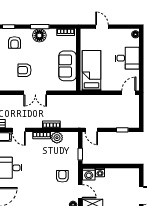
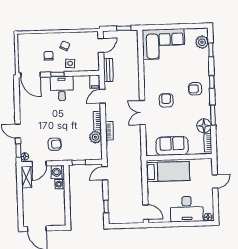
floor lamp: (39, 35) -> (204, 126), moved
desk: (127, 58) -> (187, 209), width x1.37

